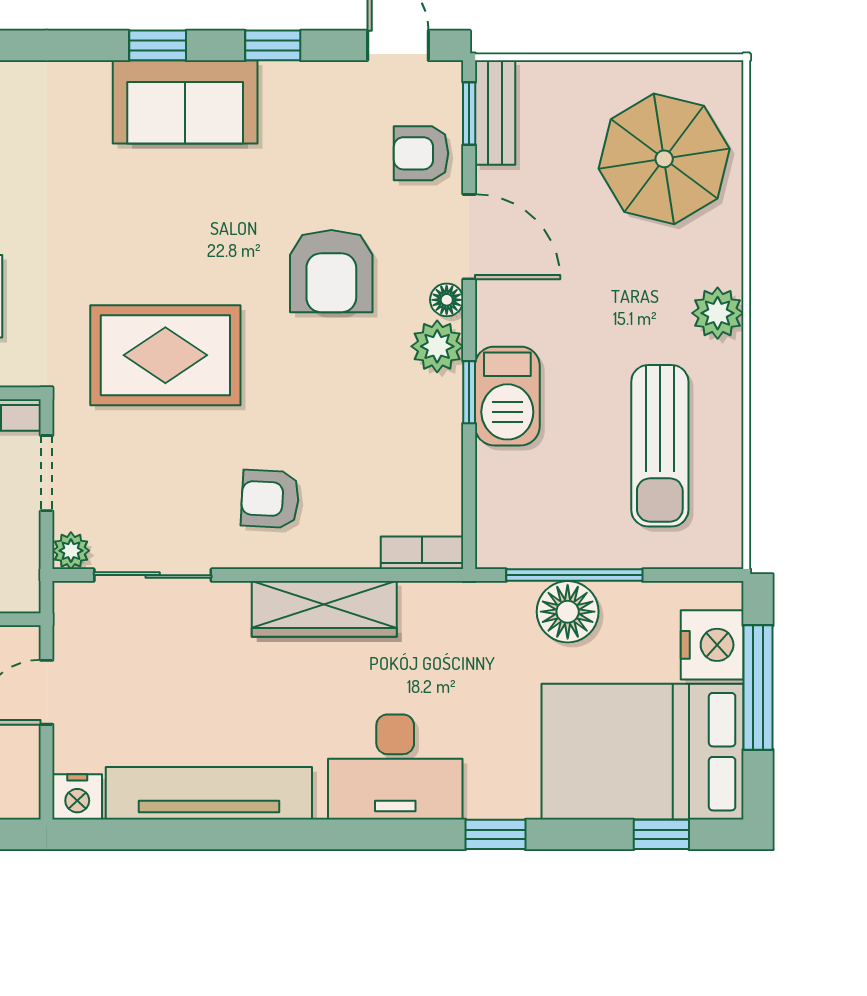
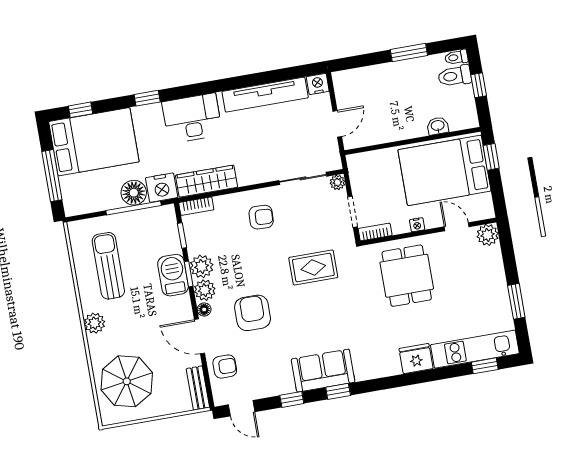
window: (469, 114) -> (182, 236), moved
rug: (165, 355) -> (313, 268), width x0.73, depth x0.70
plant: (435, 405) -> (202, 266), added
wardrobe: (324, 609) -> (207, 181), moved
nightstand: (712, 645) -> (162, 188), moved, turned -90

